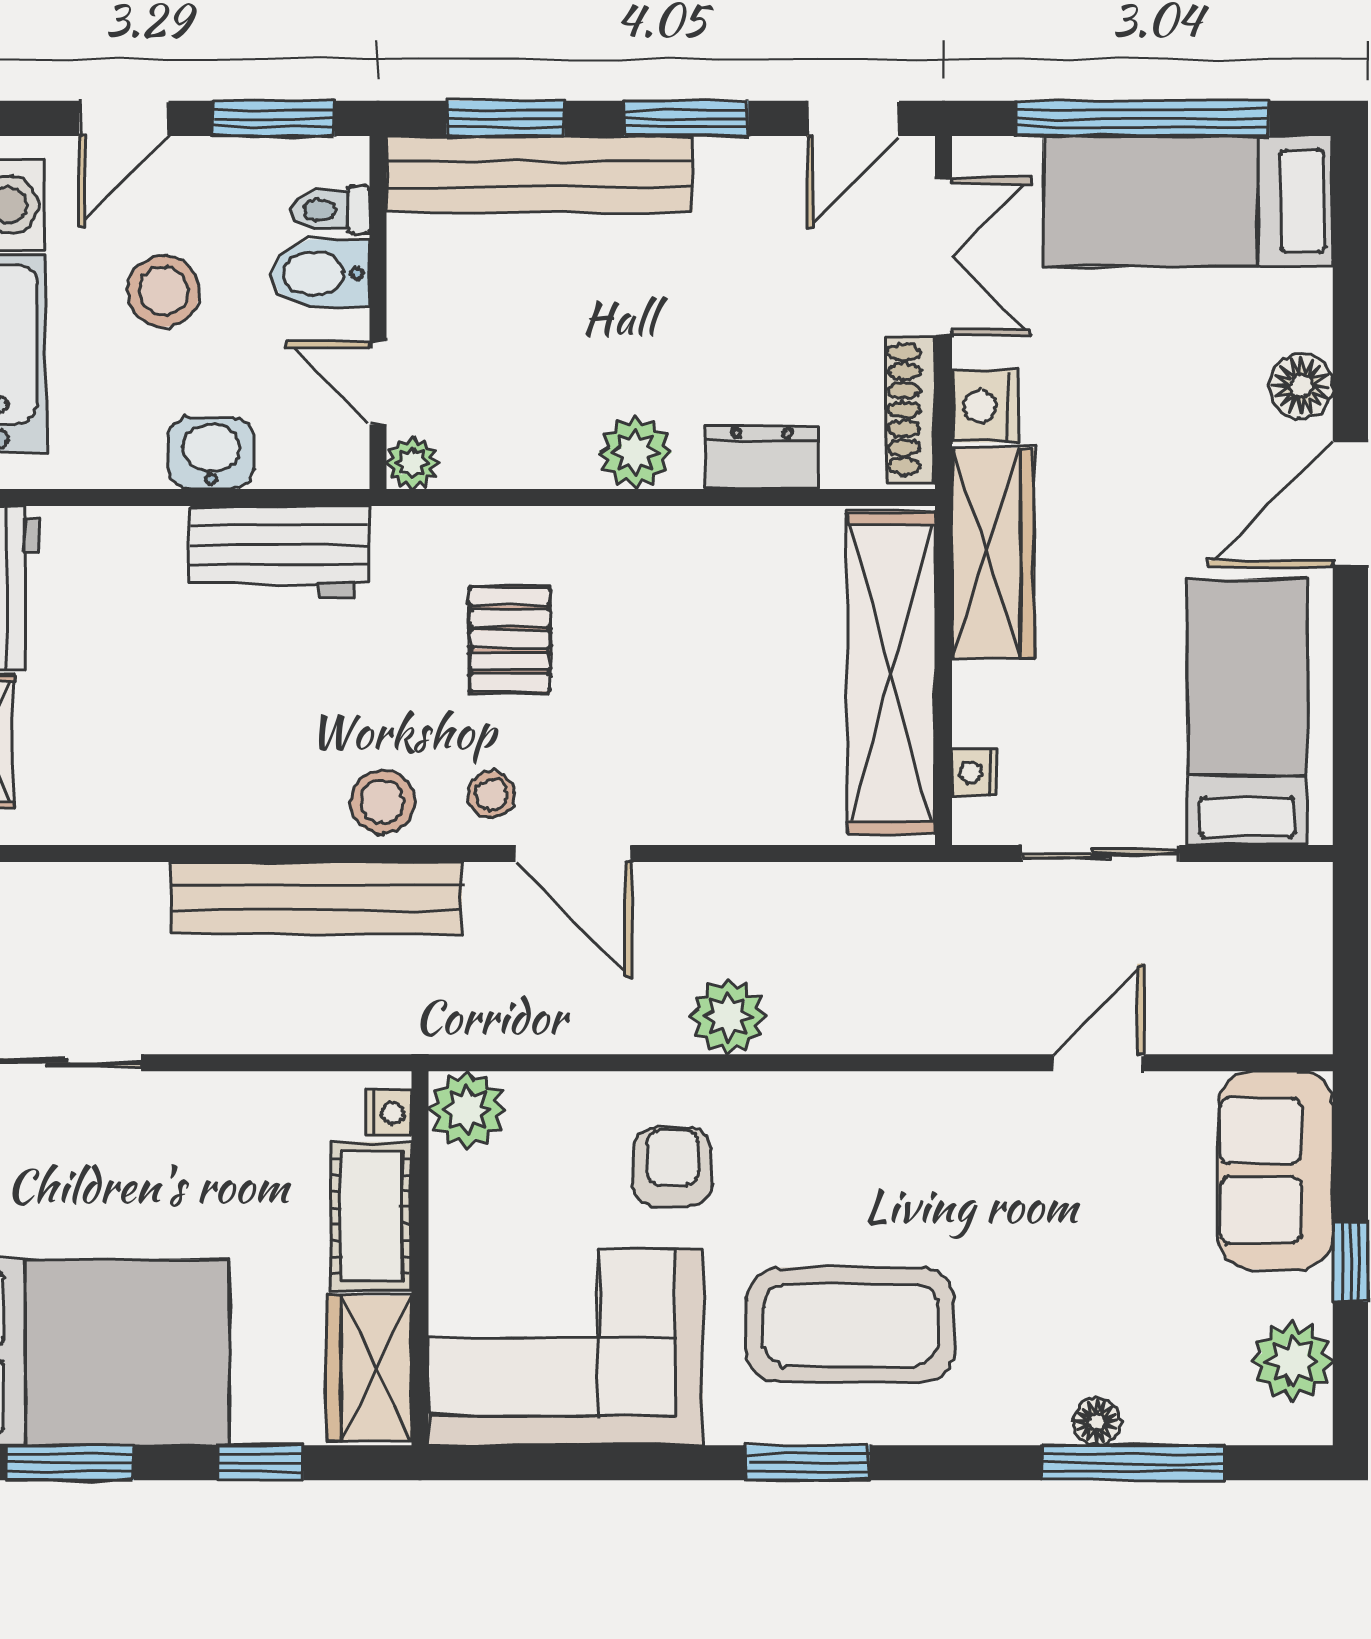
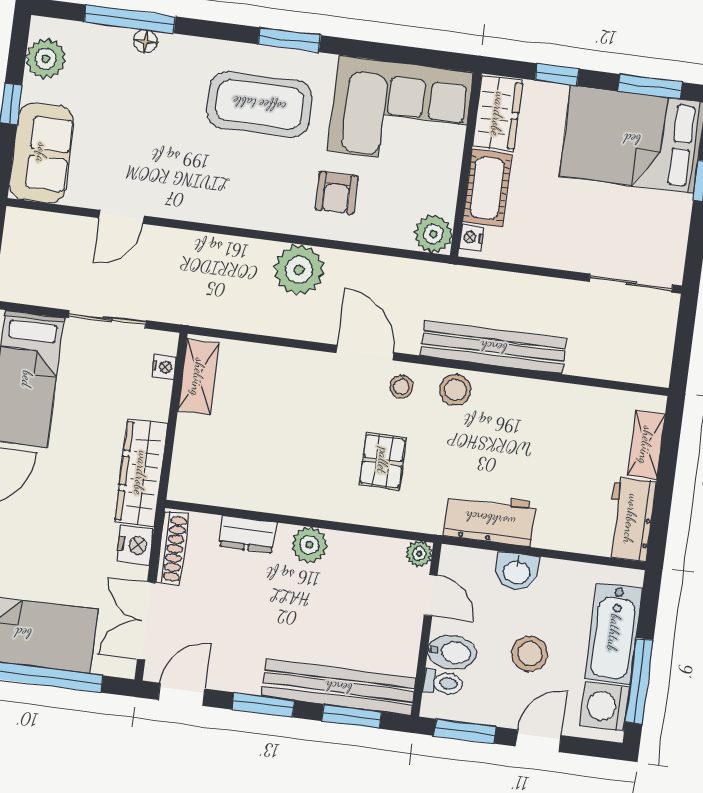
shelving: (891, 673) -> (198, 377), width x0.45, depth x0.75
plant: (728, 1016) -> (299, 270), width x1.36, depth x1.36

